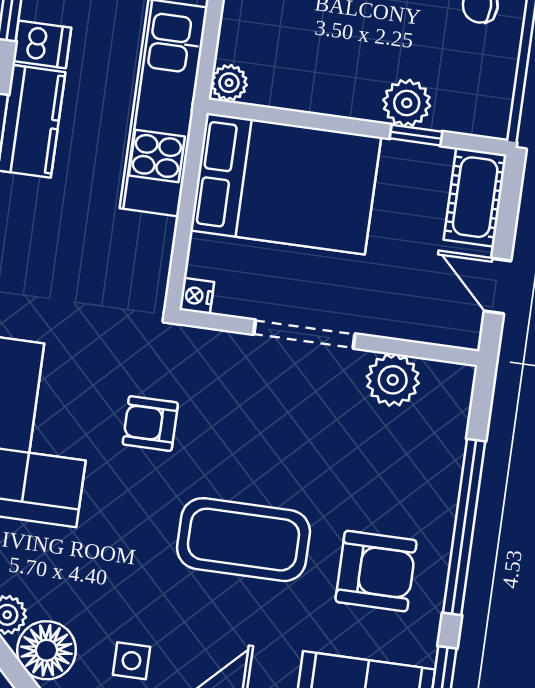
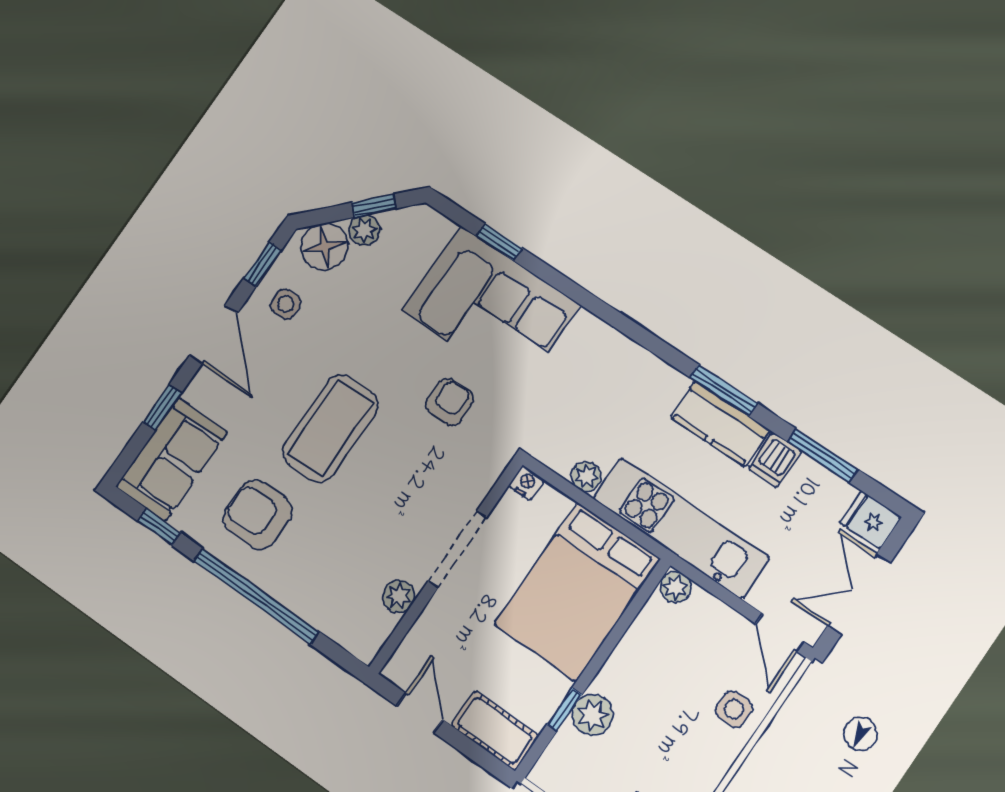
plant: (158, 235) -> (586, 476), added
door: (498, 286) -> (420, 713), hinge flipped
plant: (393, 380) -> (399, 596), width x0.73, depth x0.73
armchair: (376, 571) -> (258, 514), turned 90

